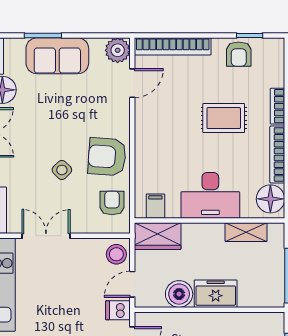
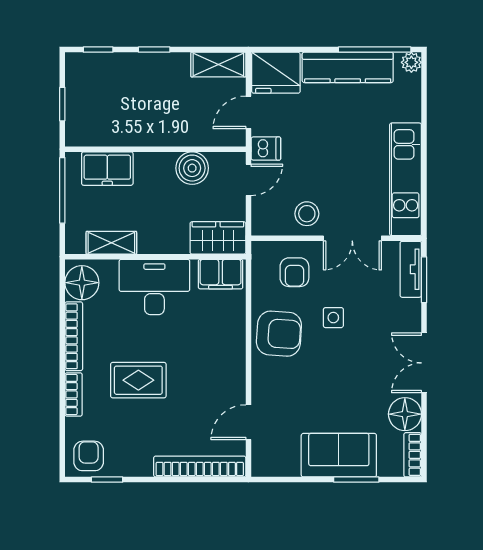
plant: (118, 50) -> (266, 462), removed
armchair: (239, 54) -> (89, 456), moved
side table: (62, 170) -> (333, 318), turned 45
armchair: (112, 203) -> (294, 272), moved
filing cabinet: (155, 206) -> (221, 274), width x2.00
stool: (116, 254) -> (307, 214), moved
freezer: (216, 294) -> (107, 169), moved

